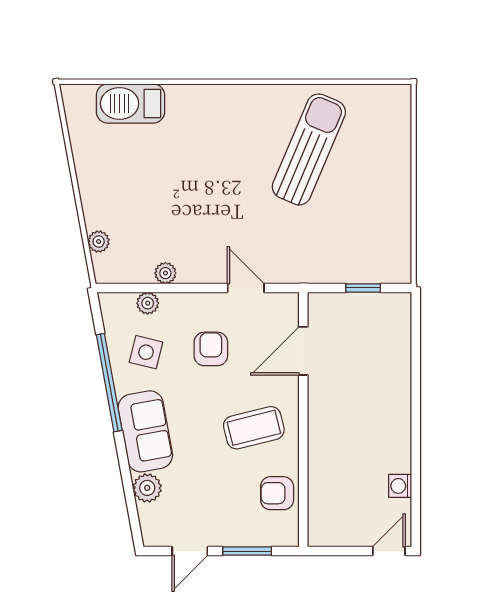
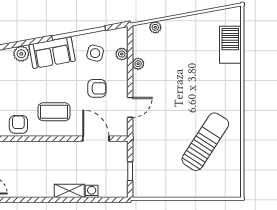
sun lounger: (309, 149) -> (205, 142), turned -80
shelving: (399, 400) -> (69, 191), added
coffee table: (254, 428) -> (54, 112), turned -76
washing machine: (400, 486) -> (92, 191), moved

